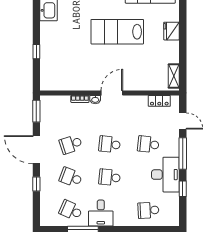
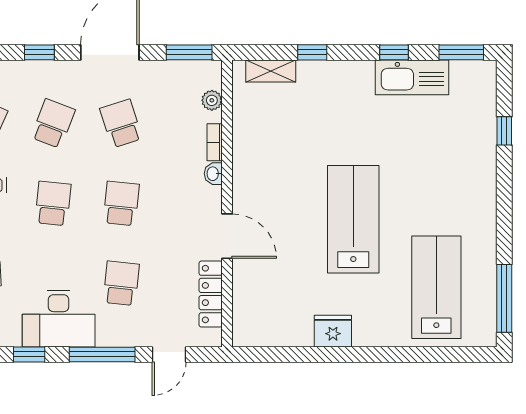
window: (36, 12) -> (394, 52), added
fridge: (171, 31) -> (333, 331), moved
shelving: (174, 76) -> (271, 71), moved
door: (112, 93) -> (227, 236), moved
plant: (60, 100) -> (212, 100), added
locker: (159, 101) -> (211, 294), width x1.53

